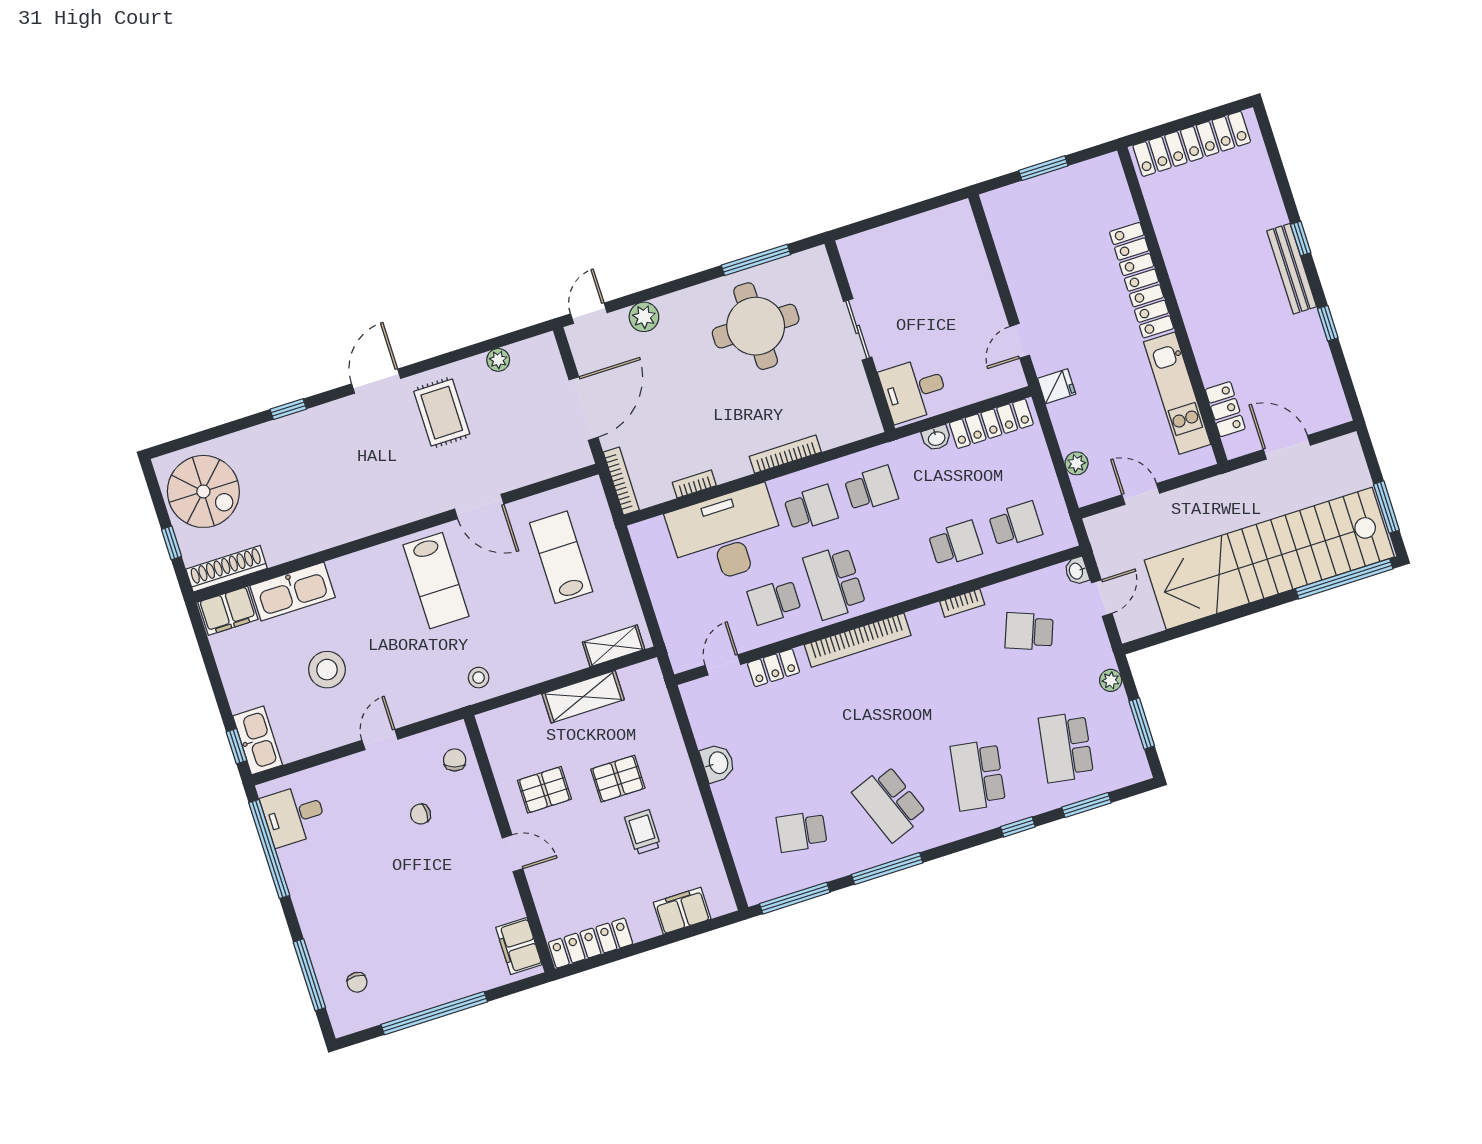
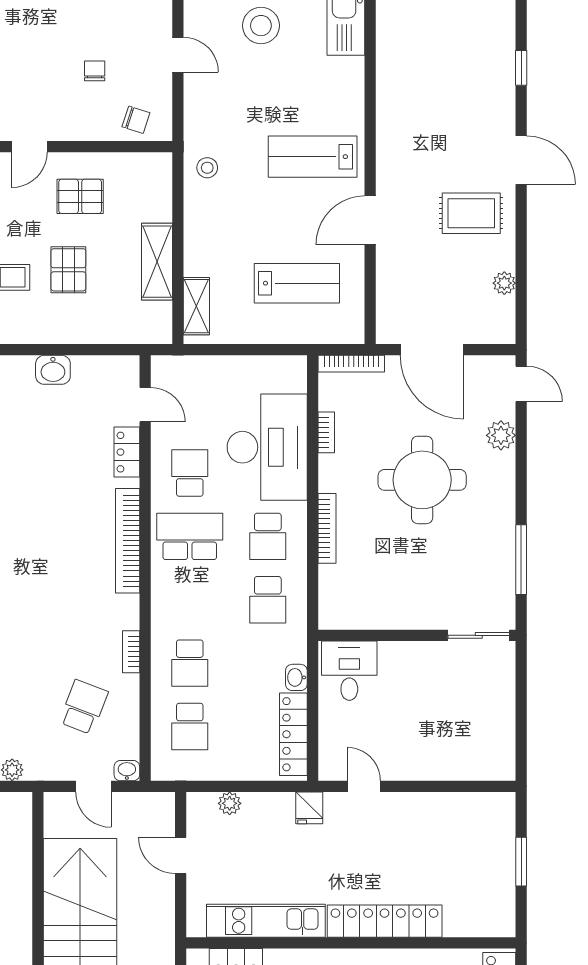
round table: (756, 326) -> (422, 480), moved
sliding door: (858, 329) -> (479, 635), moved
door: (1141, 494) -> (181, 855), swing flipped
pallet: (544, 790) -> (80, 196), turned 90

